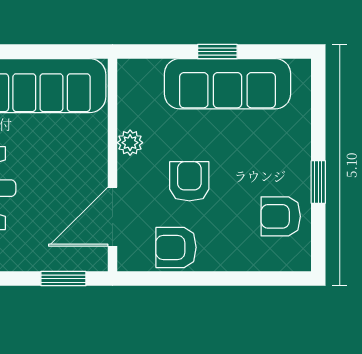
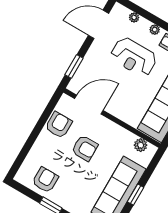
plant: (130, 143) -> (141, 145), moved
door: (113, 217) -> (89, 105), hinge flipped

